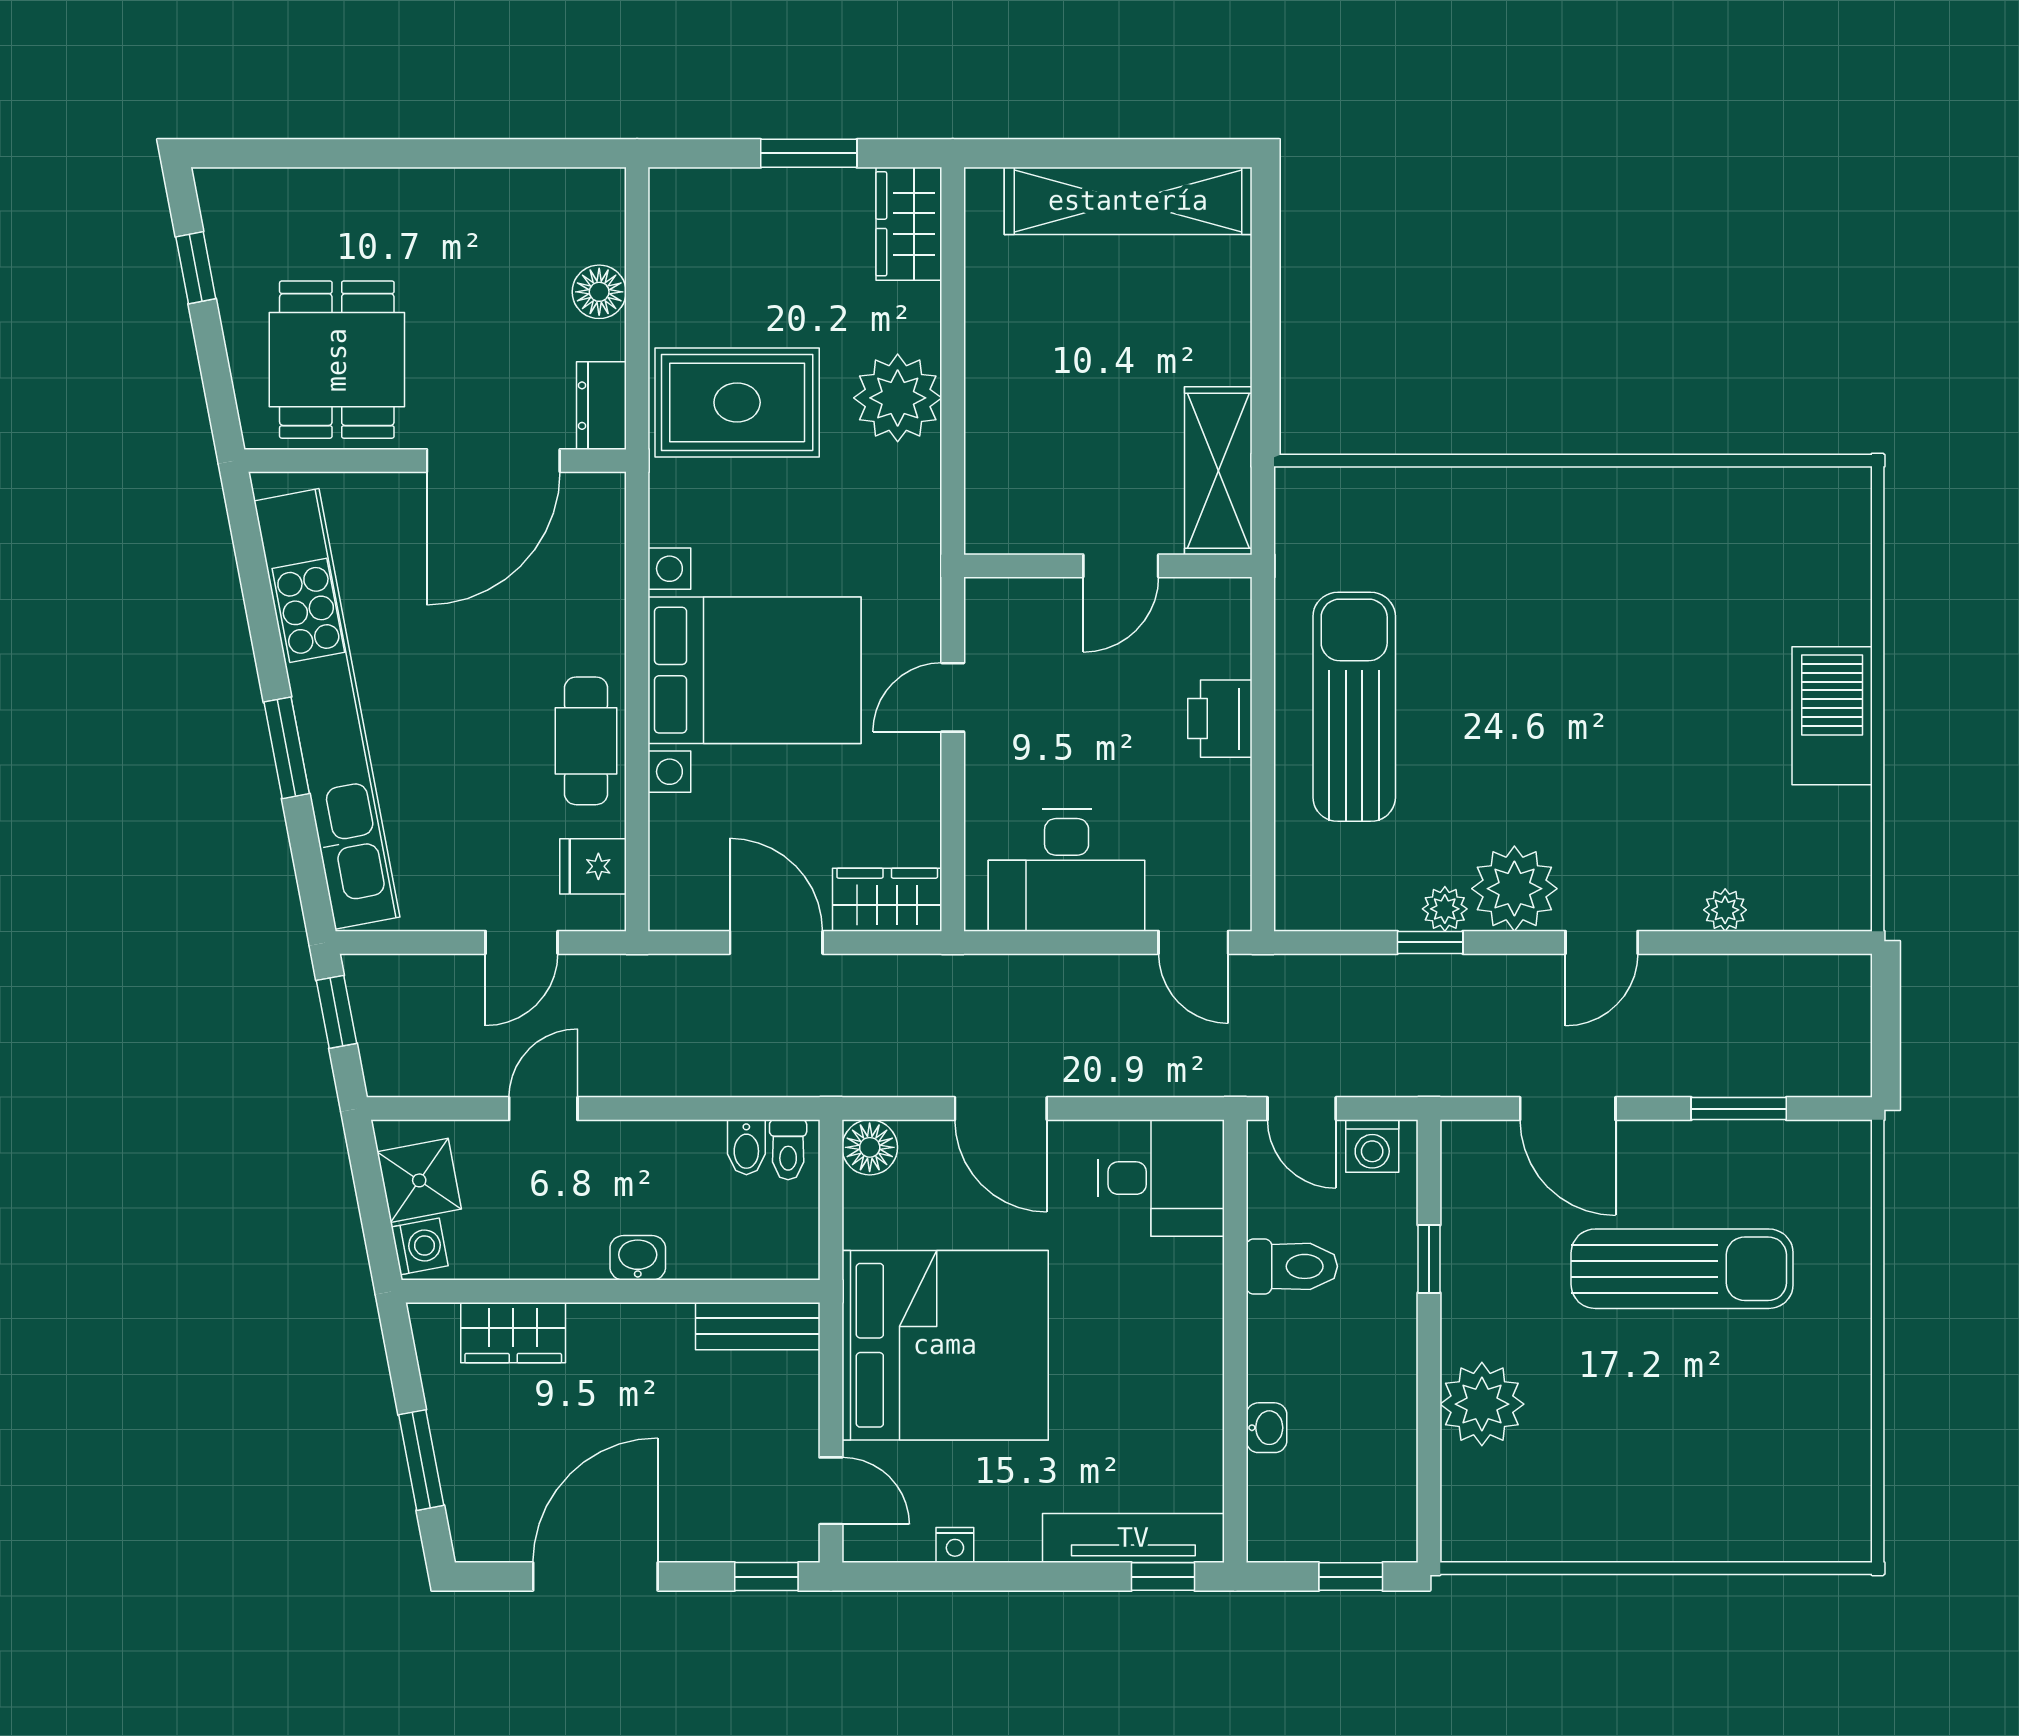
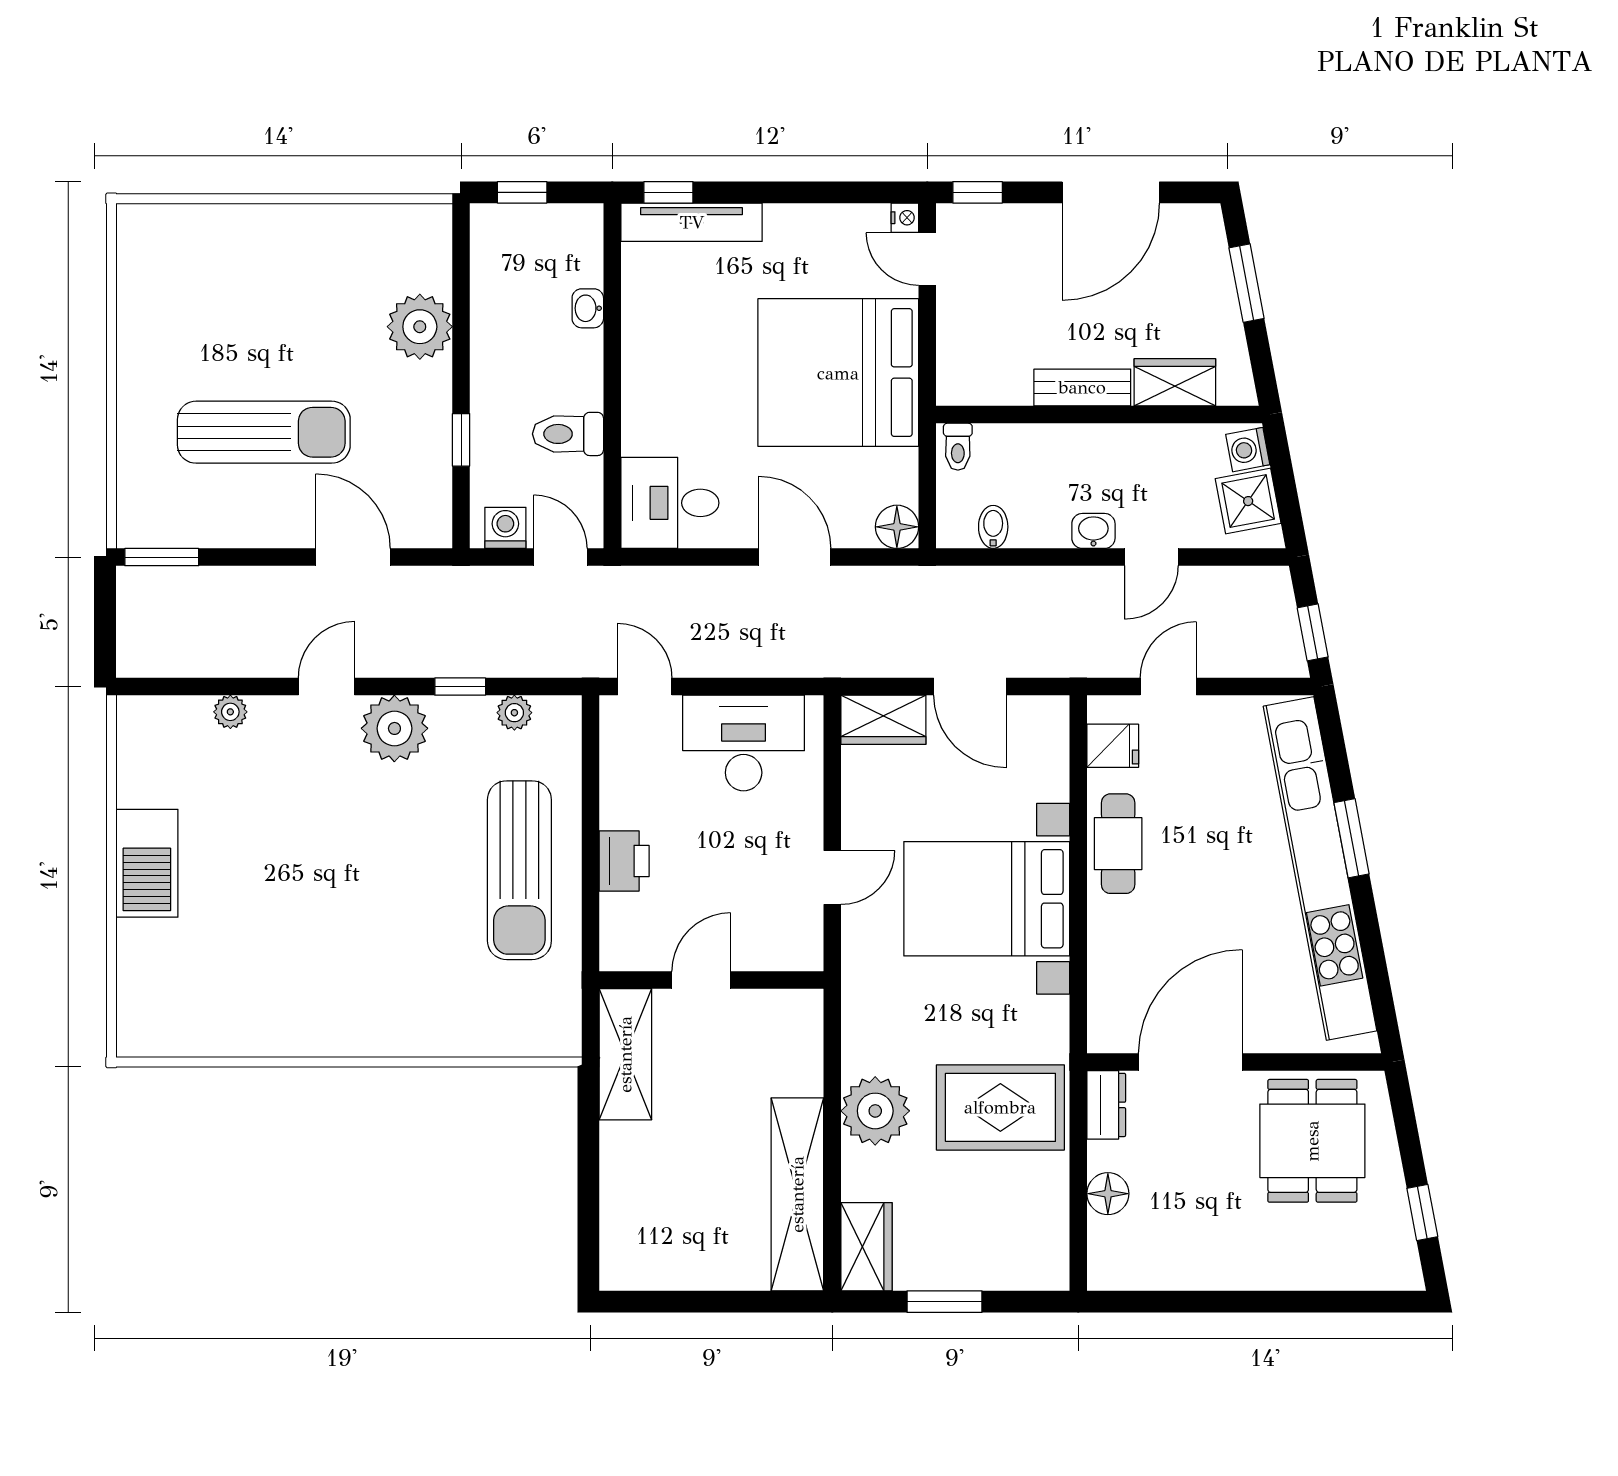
shelving: (1128, 201) -> (797, 1194), moved, turned 90
plant: (1445, 909) -> (514, 713), moved
window: (1739, 1109) -> (162, 557), moved
toilet: (788, 1150) -> (958, 447), moved, turned 180
washbasin: (638, 1258) -> (1093, 531), moved, turned 180
sun lounger: (1682, 1269) -> (264, 432), turned 180
bench: (758, 1326) -> (1082, 387), moved
nightstand: (955, 1545) -> (905, 218), moved, turned 90

